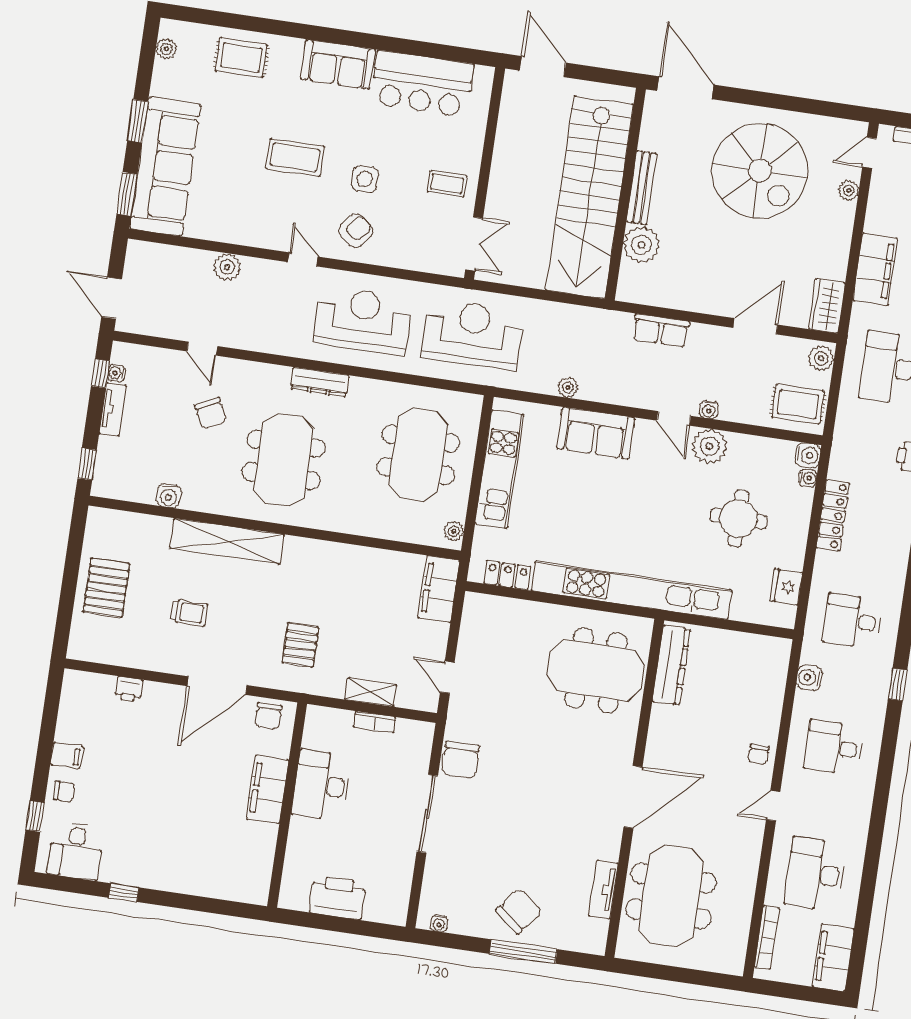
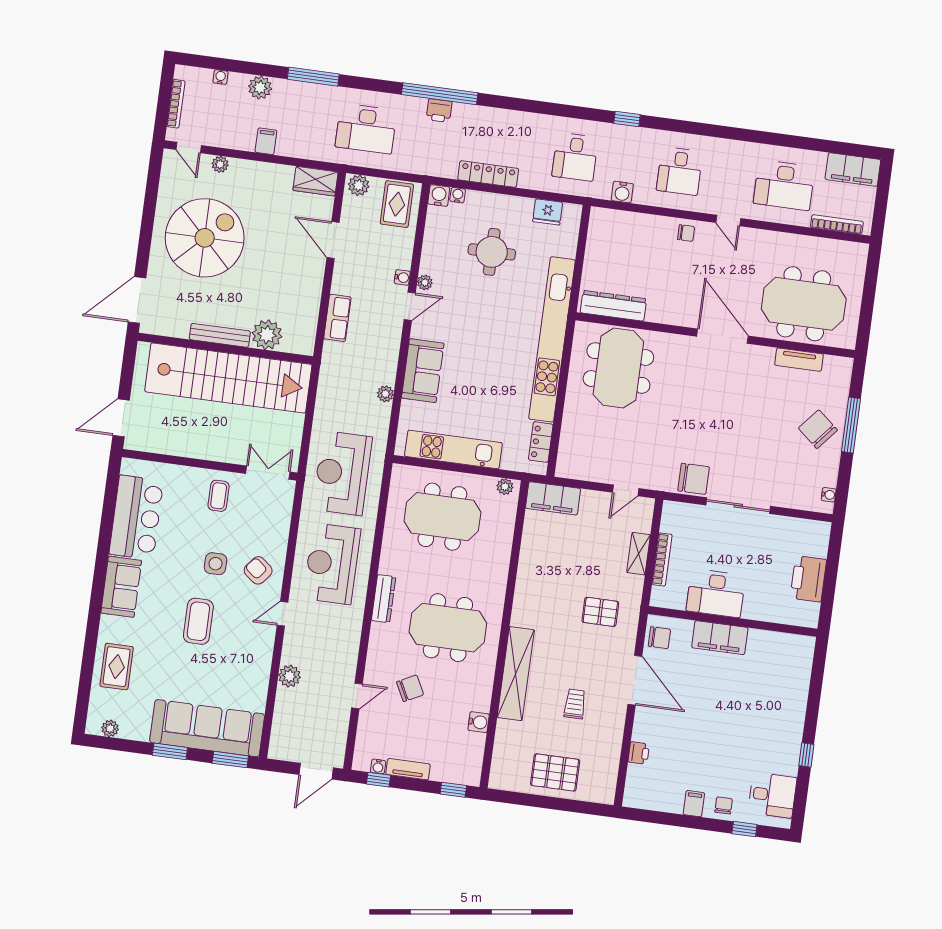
filing cabinet: (875, 269) -> (266, 141), width x0.33, depth x0.86
plant: (709, 446) -> (425, 282), width x0.53, depth x0.53
bookcase: (374, 722) -> (662, 559), width x1.56

